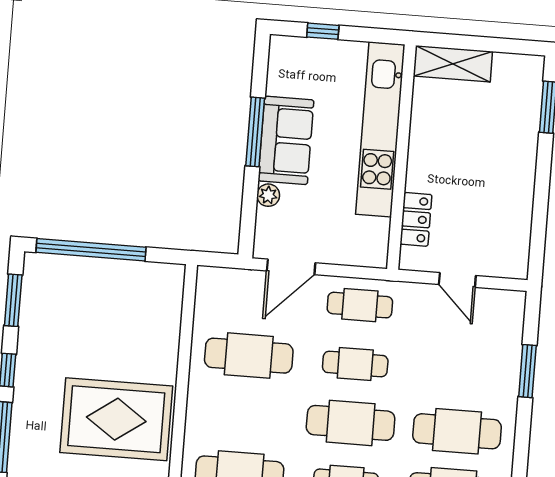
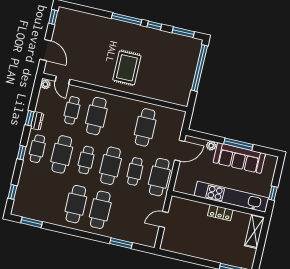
window: (323, 31) -> (273, 193), moved
sofa: (286, 140) -> (239, 158), width x1.36
locker: (416, 219) -> (220, 213), moved
door: (291, 267) -> (180, 151), swing flipped
cafe table: (360, 305) -> (159, 177), width x1.37, depth x1.35
rug: (116, 419) -> (127, 68), width x0.73, depth x0.69

